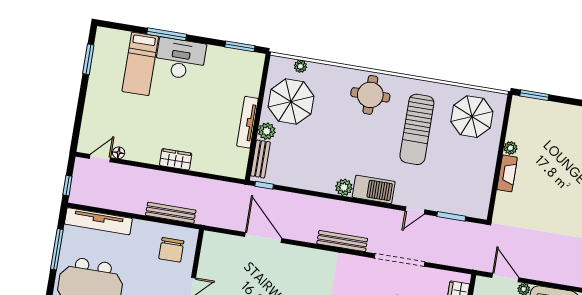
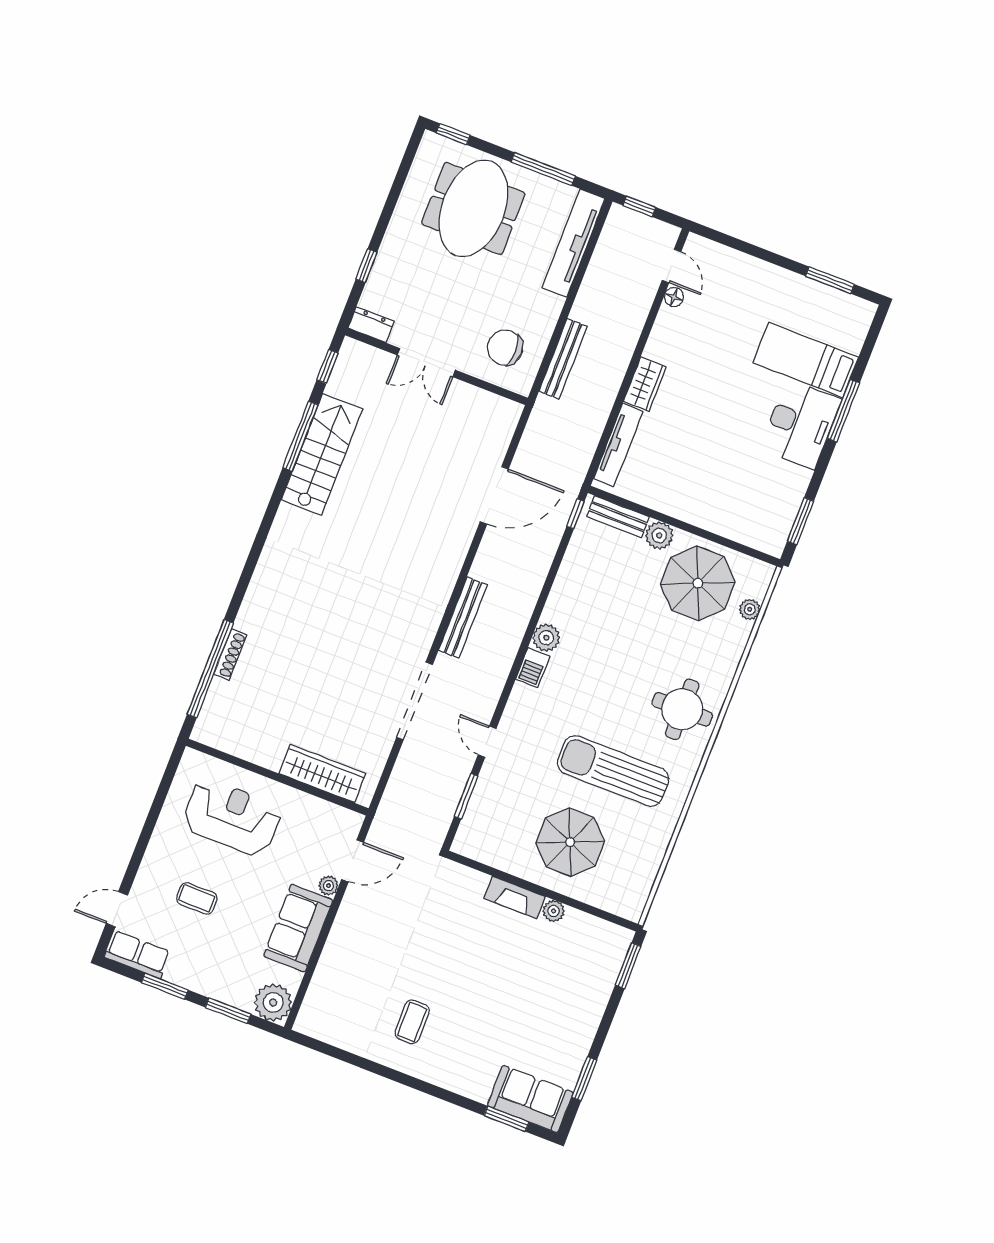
parasol: (472, 117) -> (570, 842), moved
tv unit: (248, 122) -> (618, 445), moved, turned 90
barbecue: (374, 189) -> (533, 668), width x0.53, depth x0.65

